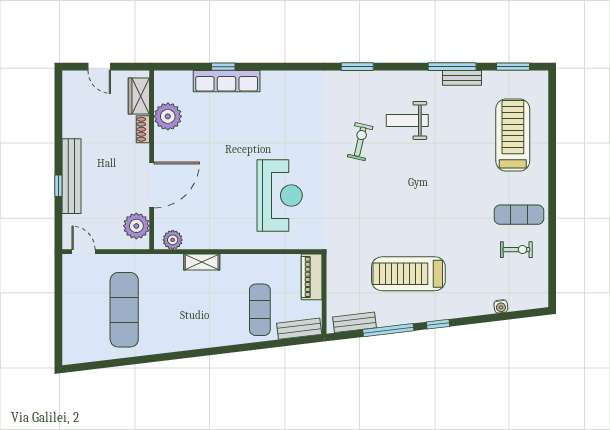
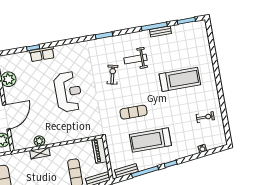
row of seats: (227, 81) -> (42, 54), width x0.68
treadmill: (513, 135) -> (180, 79), moved, turned 90
reception desk: (280, 196) -> (68, 92), moved
exercise mat: (519, 215) -> (134, 112), moved
plant: (173, 240) -> (39, 141), moved

